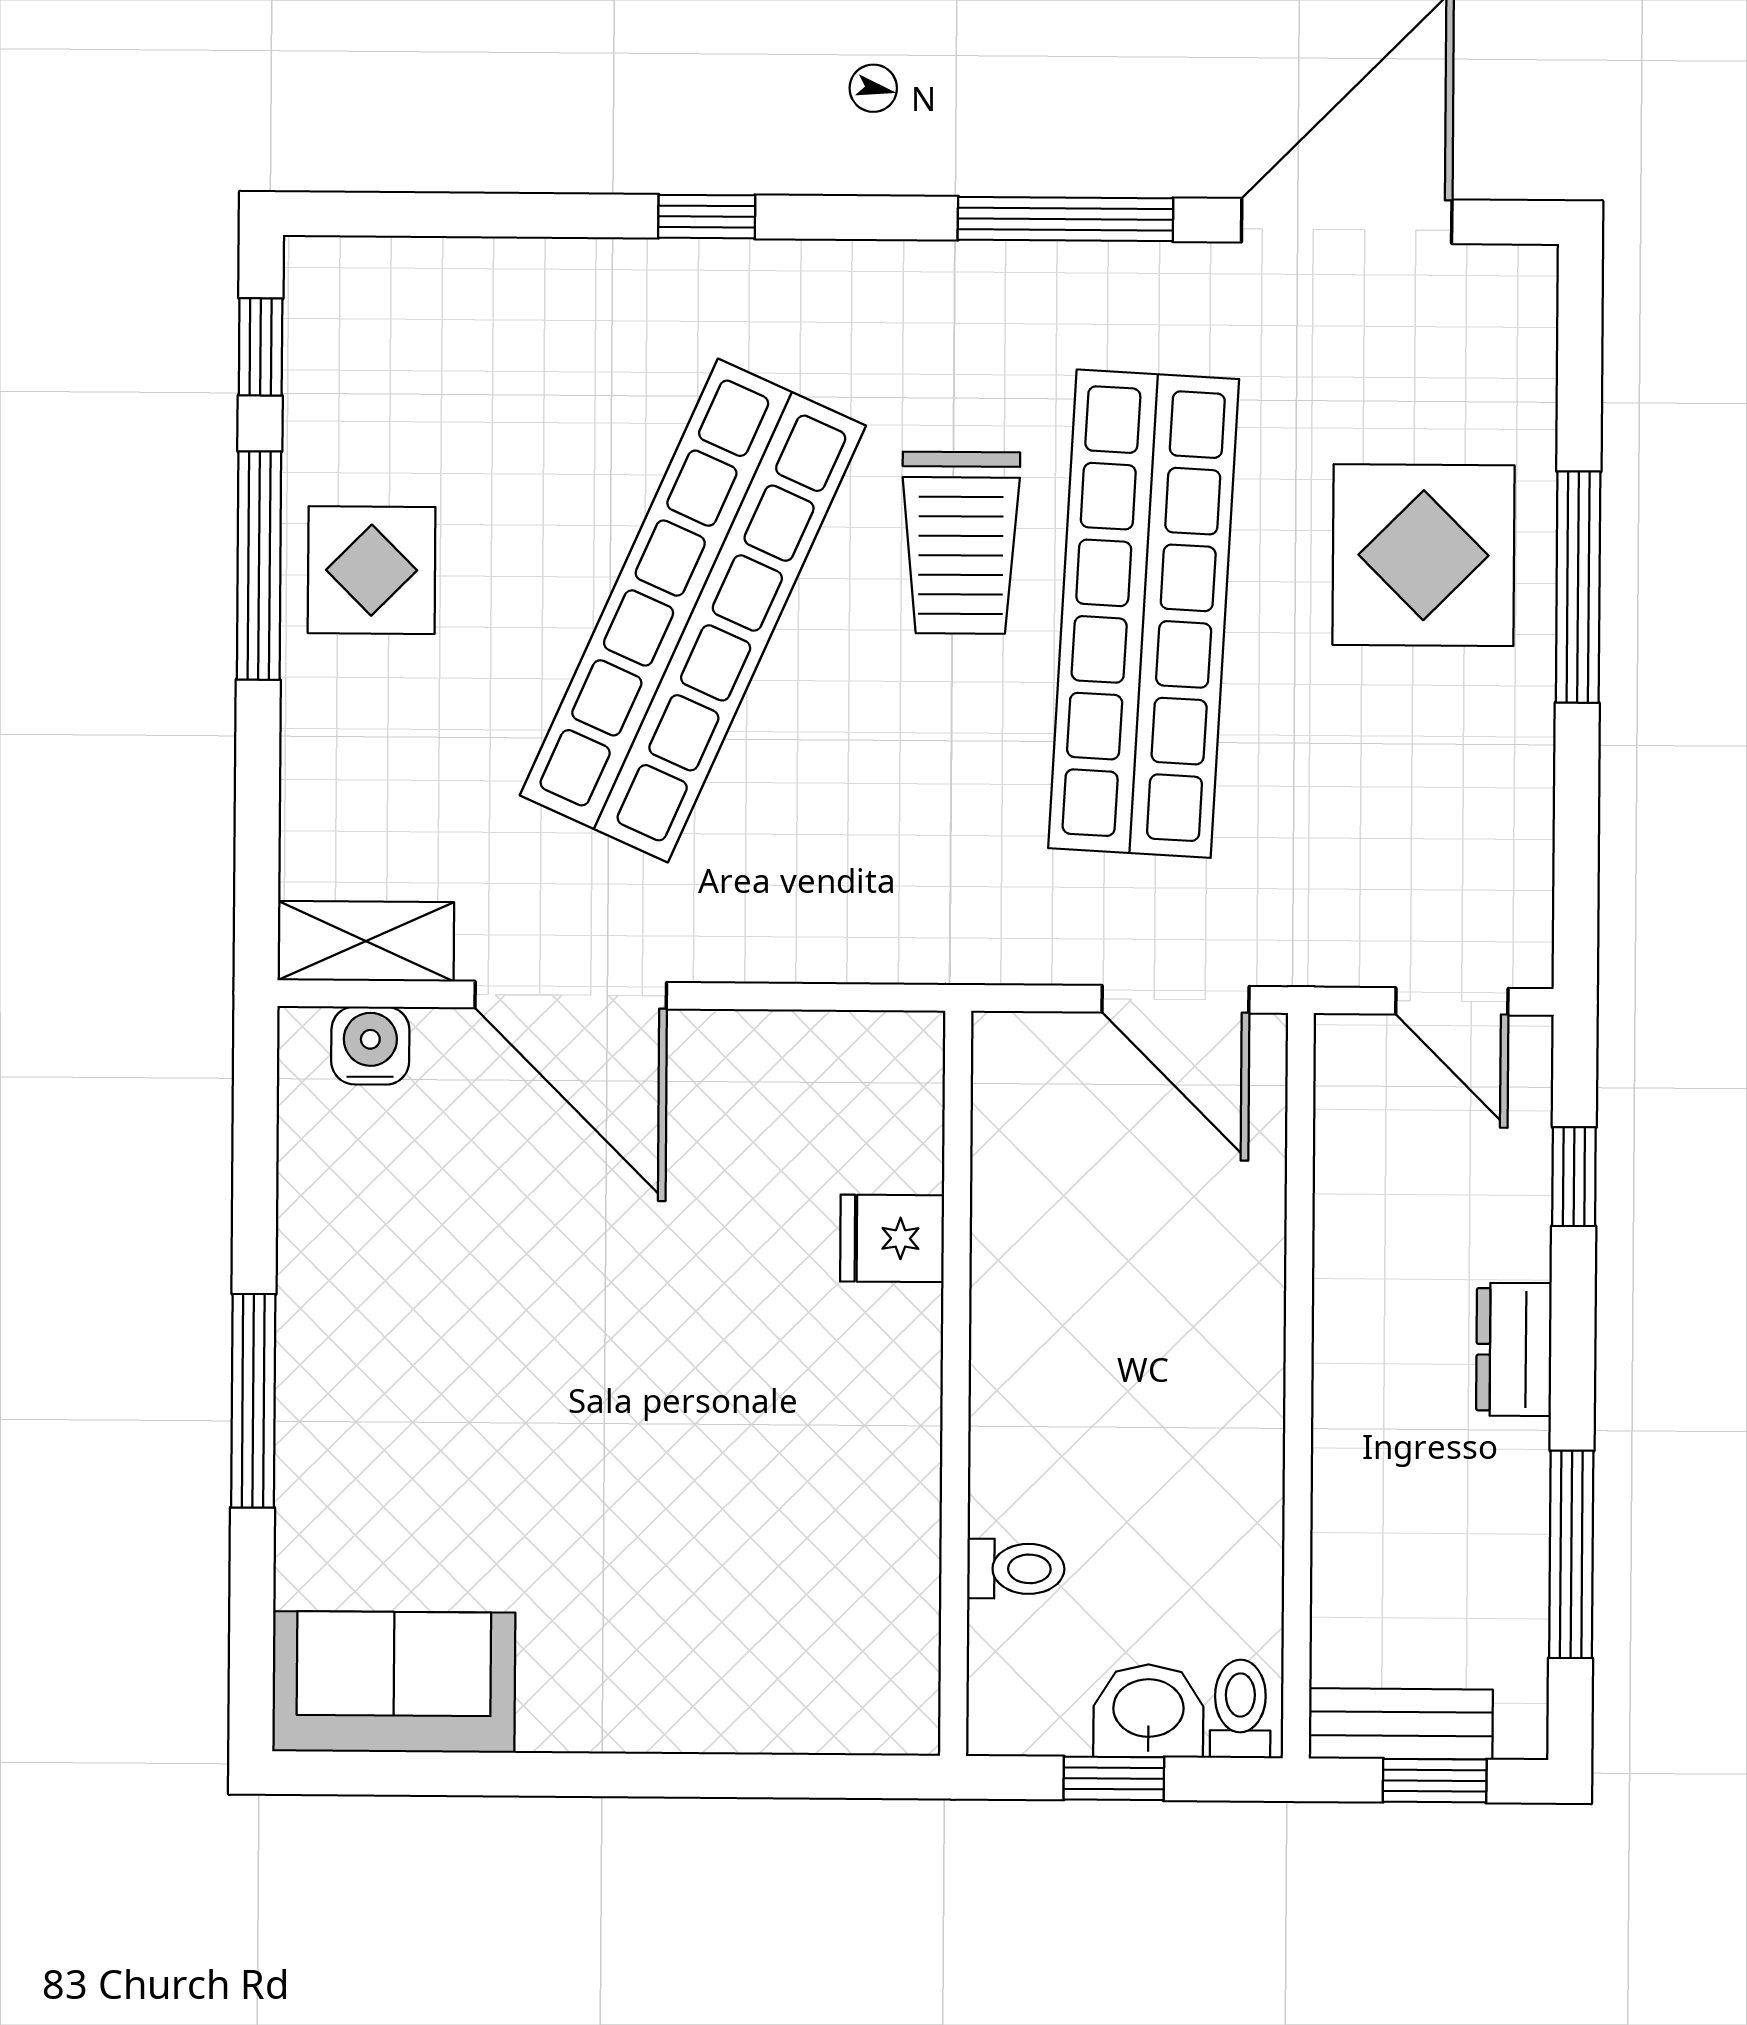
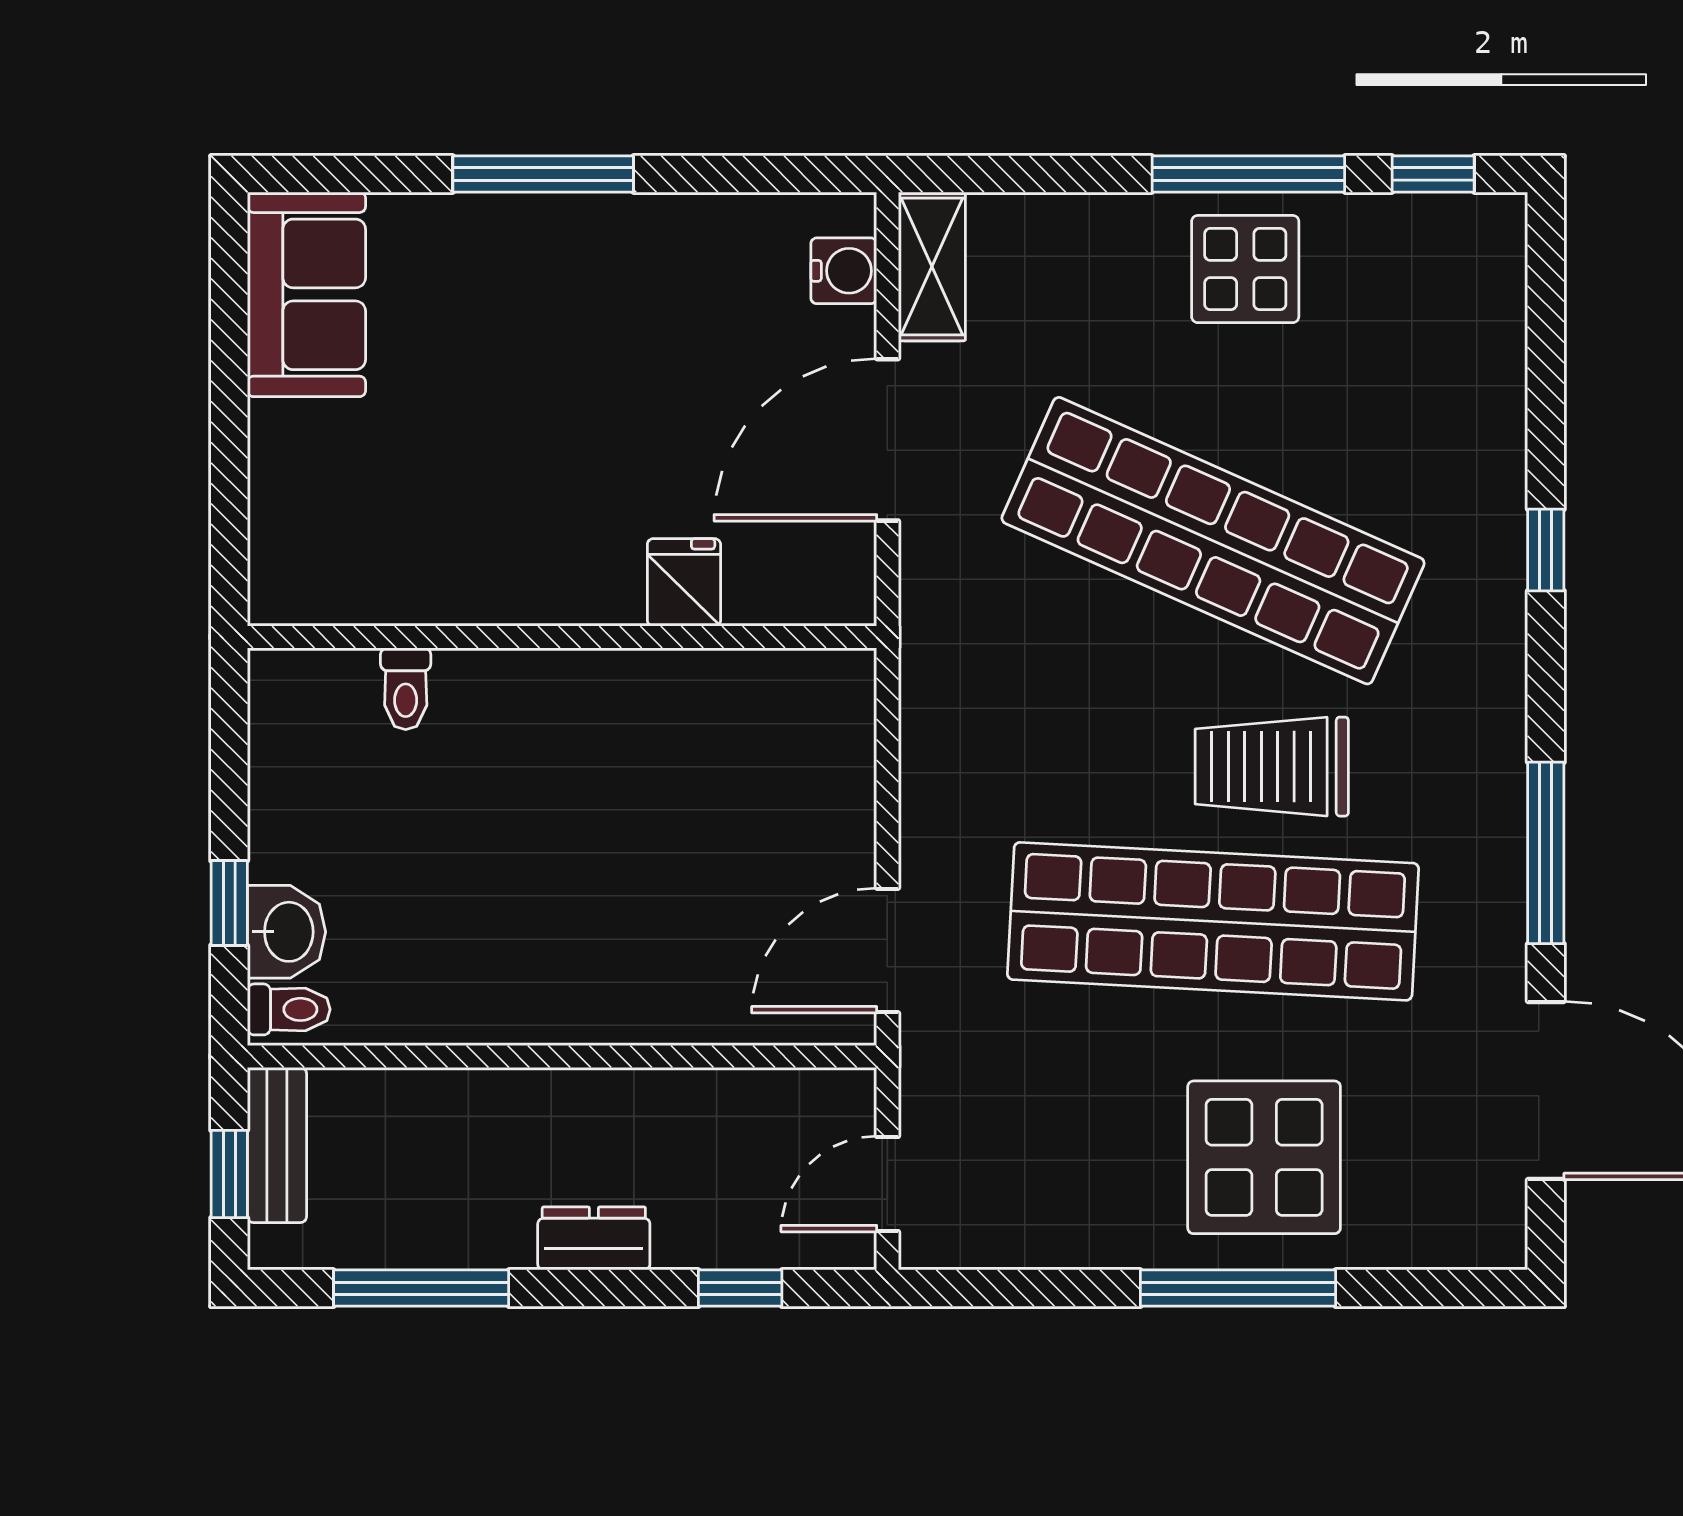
fridge: (892, 1238) -> (684, 582), moved
wall: (956, 1383) -> (562, 637), moved
toilet: (1016, 1569) -> (406, 689), moved

